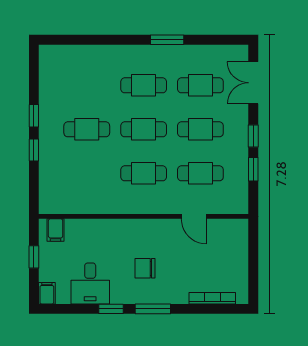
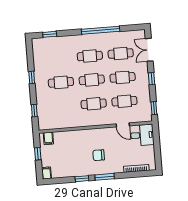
window: (73, 40) -> (50, 34), added
window: (167, 40) -> (101, 30), width x2.11
window: (34, 150) -> (34, 111), moved
window: (253, 169) -> (154, 108), moved
desk: (90, 283) -> (142, 135), moved, turned -90

